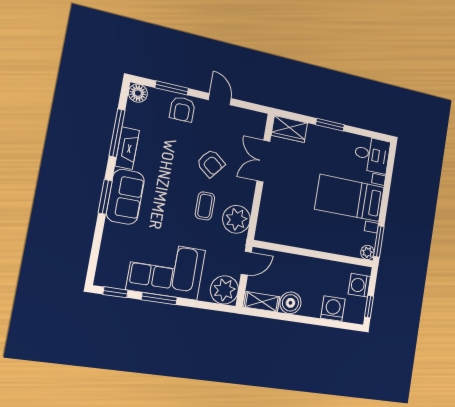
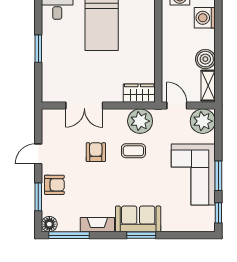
wardrobe: (289, 129) -> (139, 93), moved, turned -90
window: (117, 133) -> (69, 235), moved
armchair: (211, 163) -> (96, 152), turned -38

